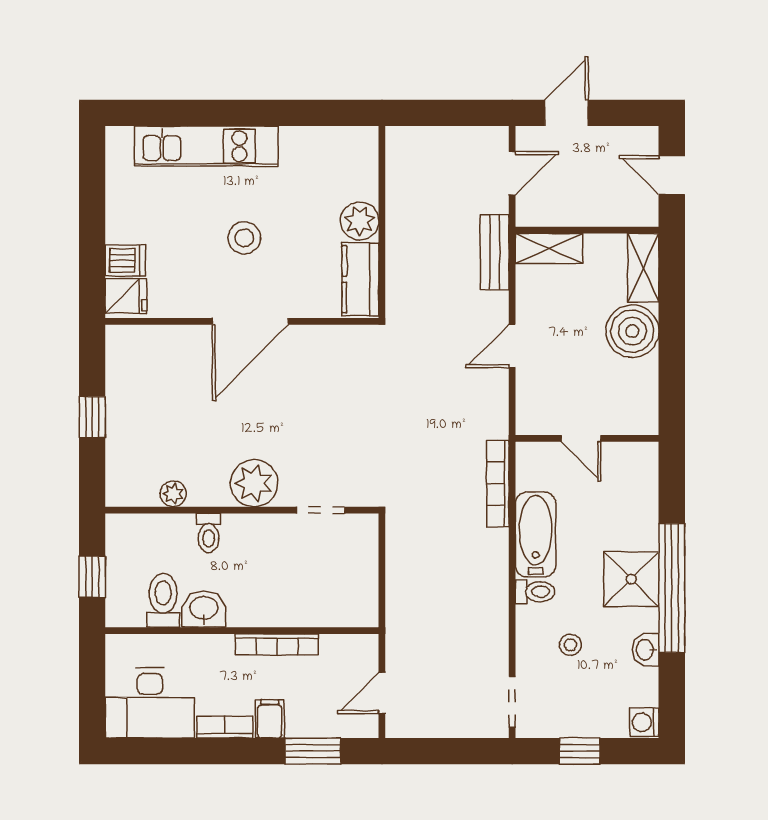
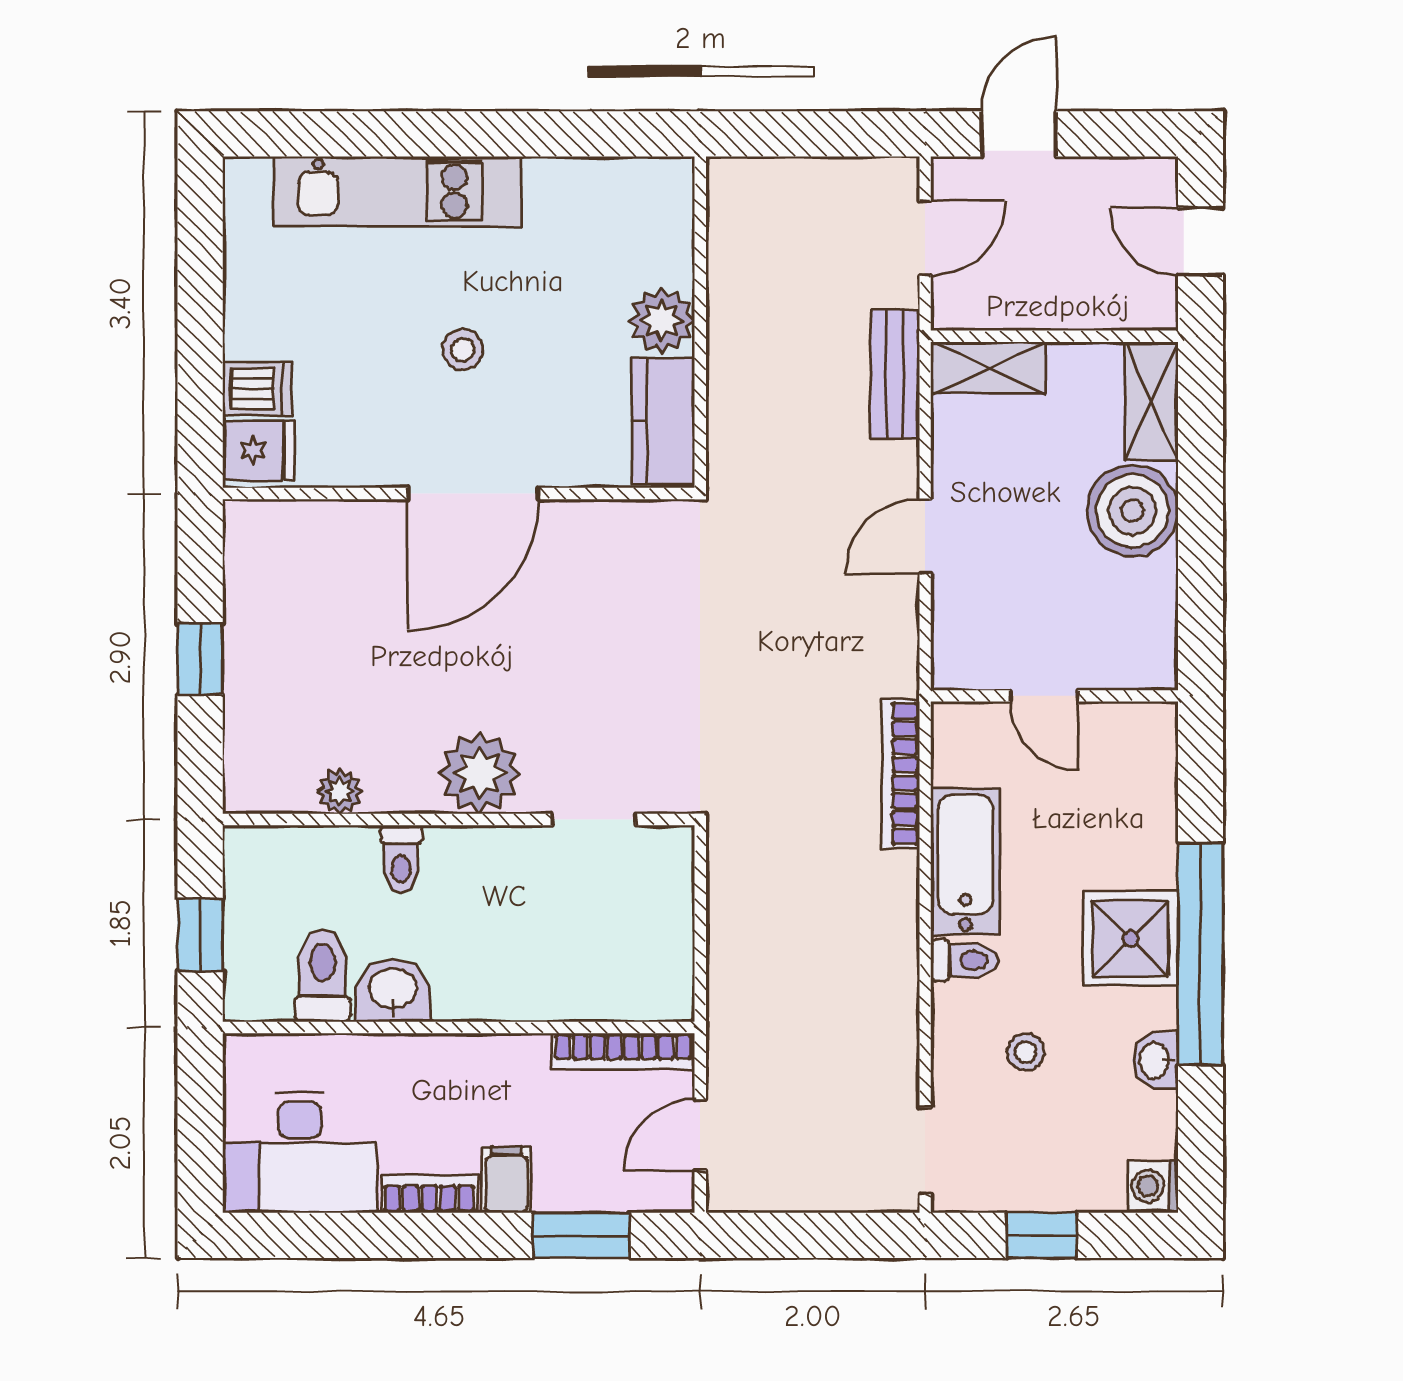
stool: (244, 238) -> (463, 350), width x0.73, depth x0.73
bookcase: (277, 644) -> (623, 1051), moved

